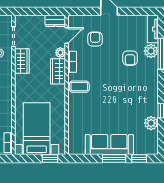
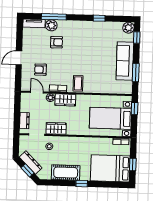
dresser: (55, 21) -> (24, 121), moved
plant: (151, 123) -> (128, 28), moved
window: (114, 159) -> (136, 73), moved

